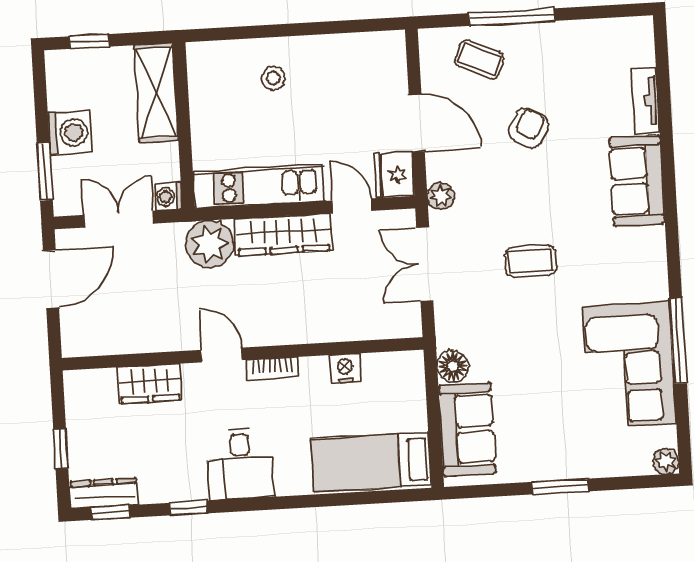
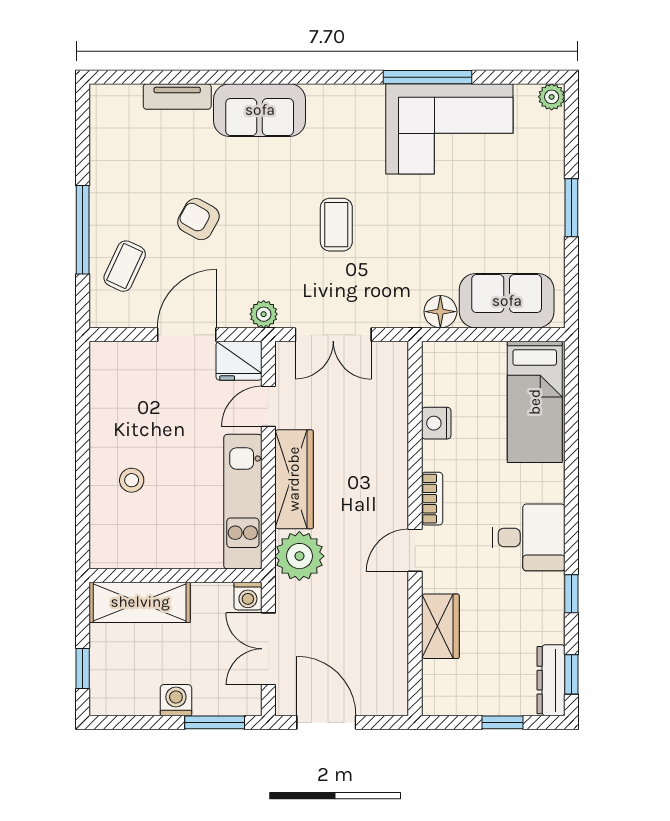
washing machine: (70, 133) -> (176, 700), width x0.73, depth x0.73

